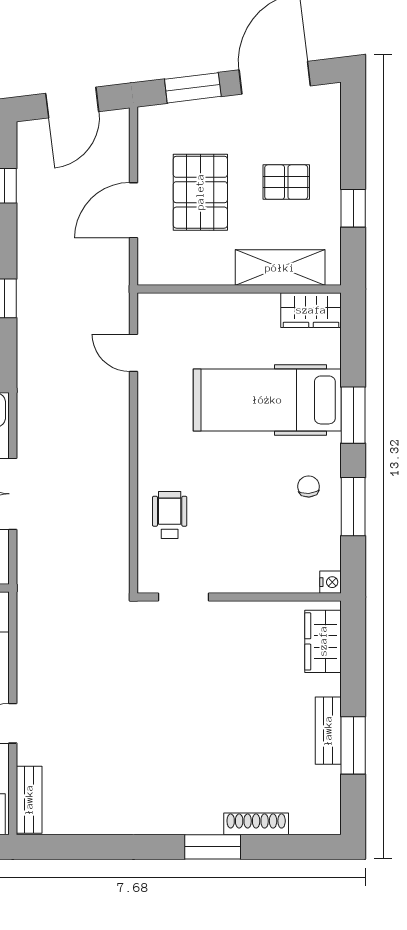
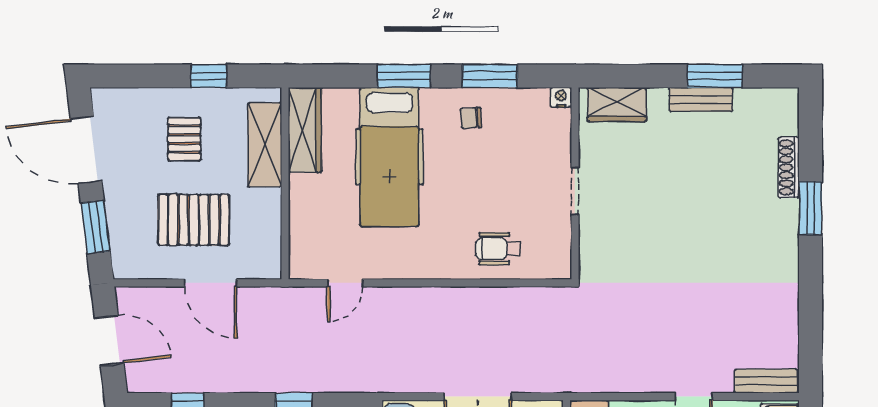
wardrobe: (311, 310) -> (305, 130), width x1.50
doorway: (184, 597) -> (575, 191), moved

